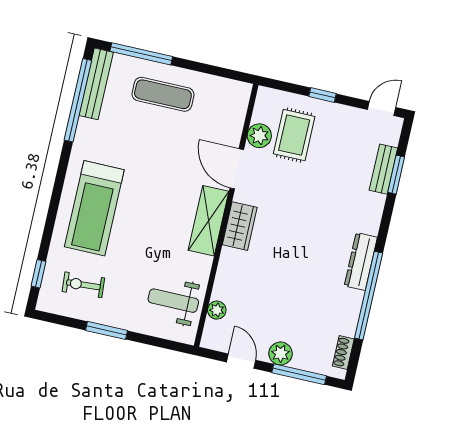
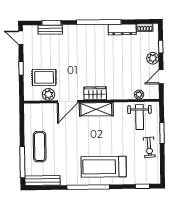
window: (78, 100) -> (88, 187), moved
treadmill: (94, 208) -> (104, 167), turned 180
dresser: (361, 262) -> (122, 29), moved
exercise bike: (83, 285) -> (149, 147), moved
window: (369, 296) -> (99, 22), moved
window: (106, 330) -> (162, 133), moved
window: (299, 374) -> (161, 47), width x0.46

